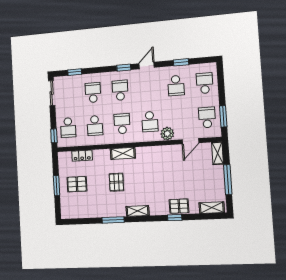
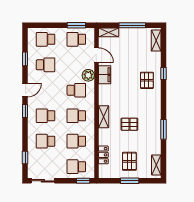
door: (147, 65) -> (25, 90), swing flipped
school desk: (95, 126) -> (76, 141), turned 180
school desk: (68, 127) -> (76, 167), turned 180
filing cabinet: (169, 152) -> (105, 75), added
pallet: (179, 206) -> (147, 80), moved
shelving: (138, 211) -> (156, 165), moved

